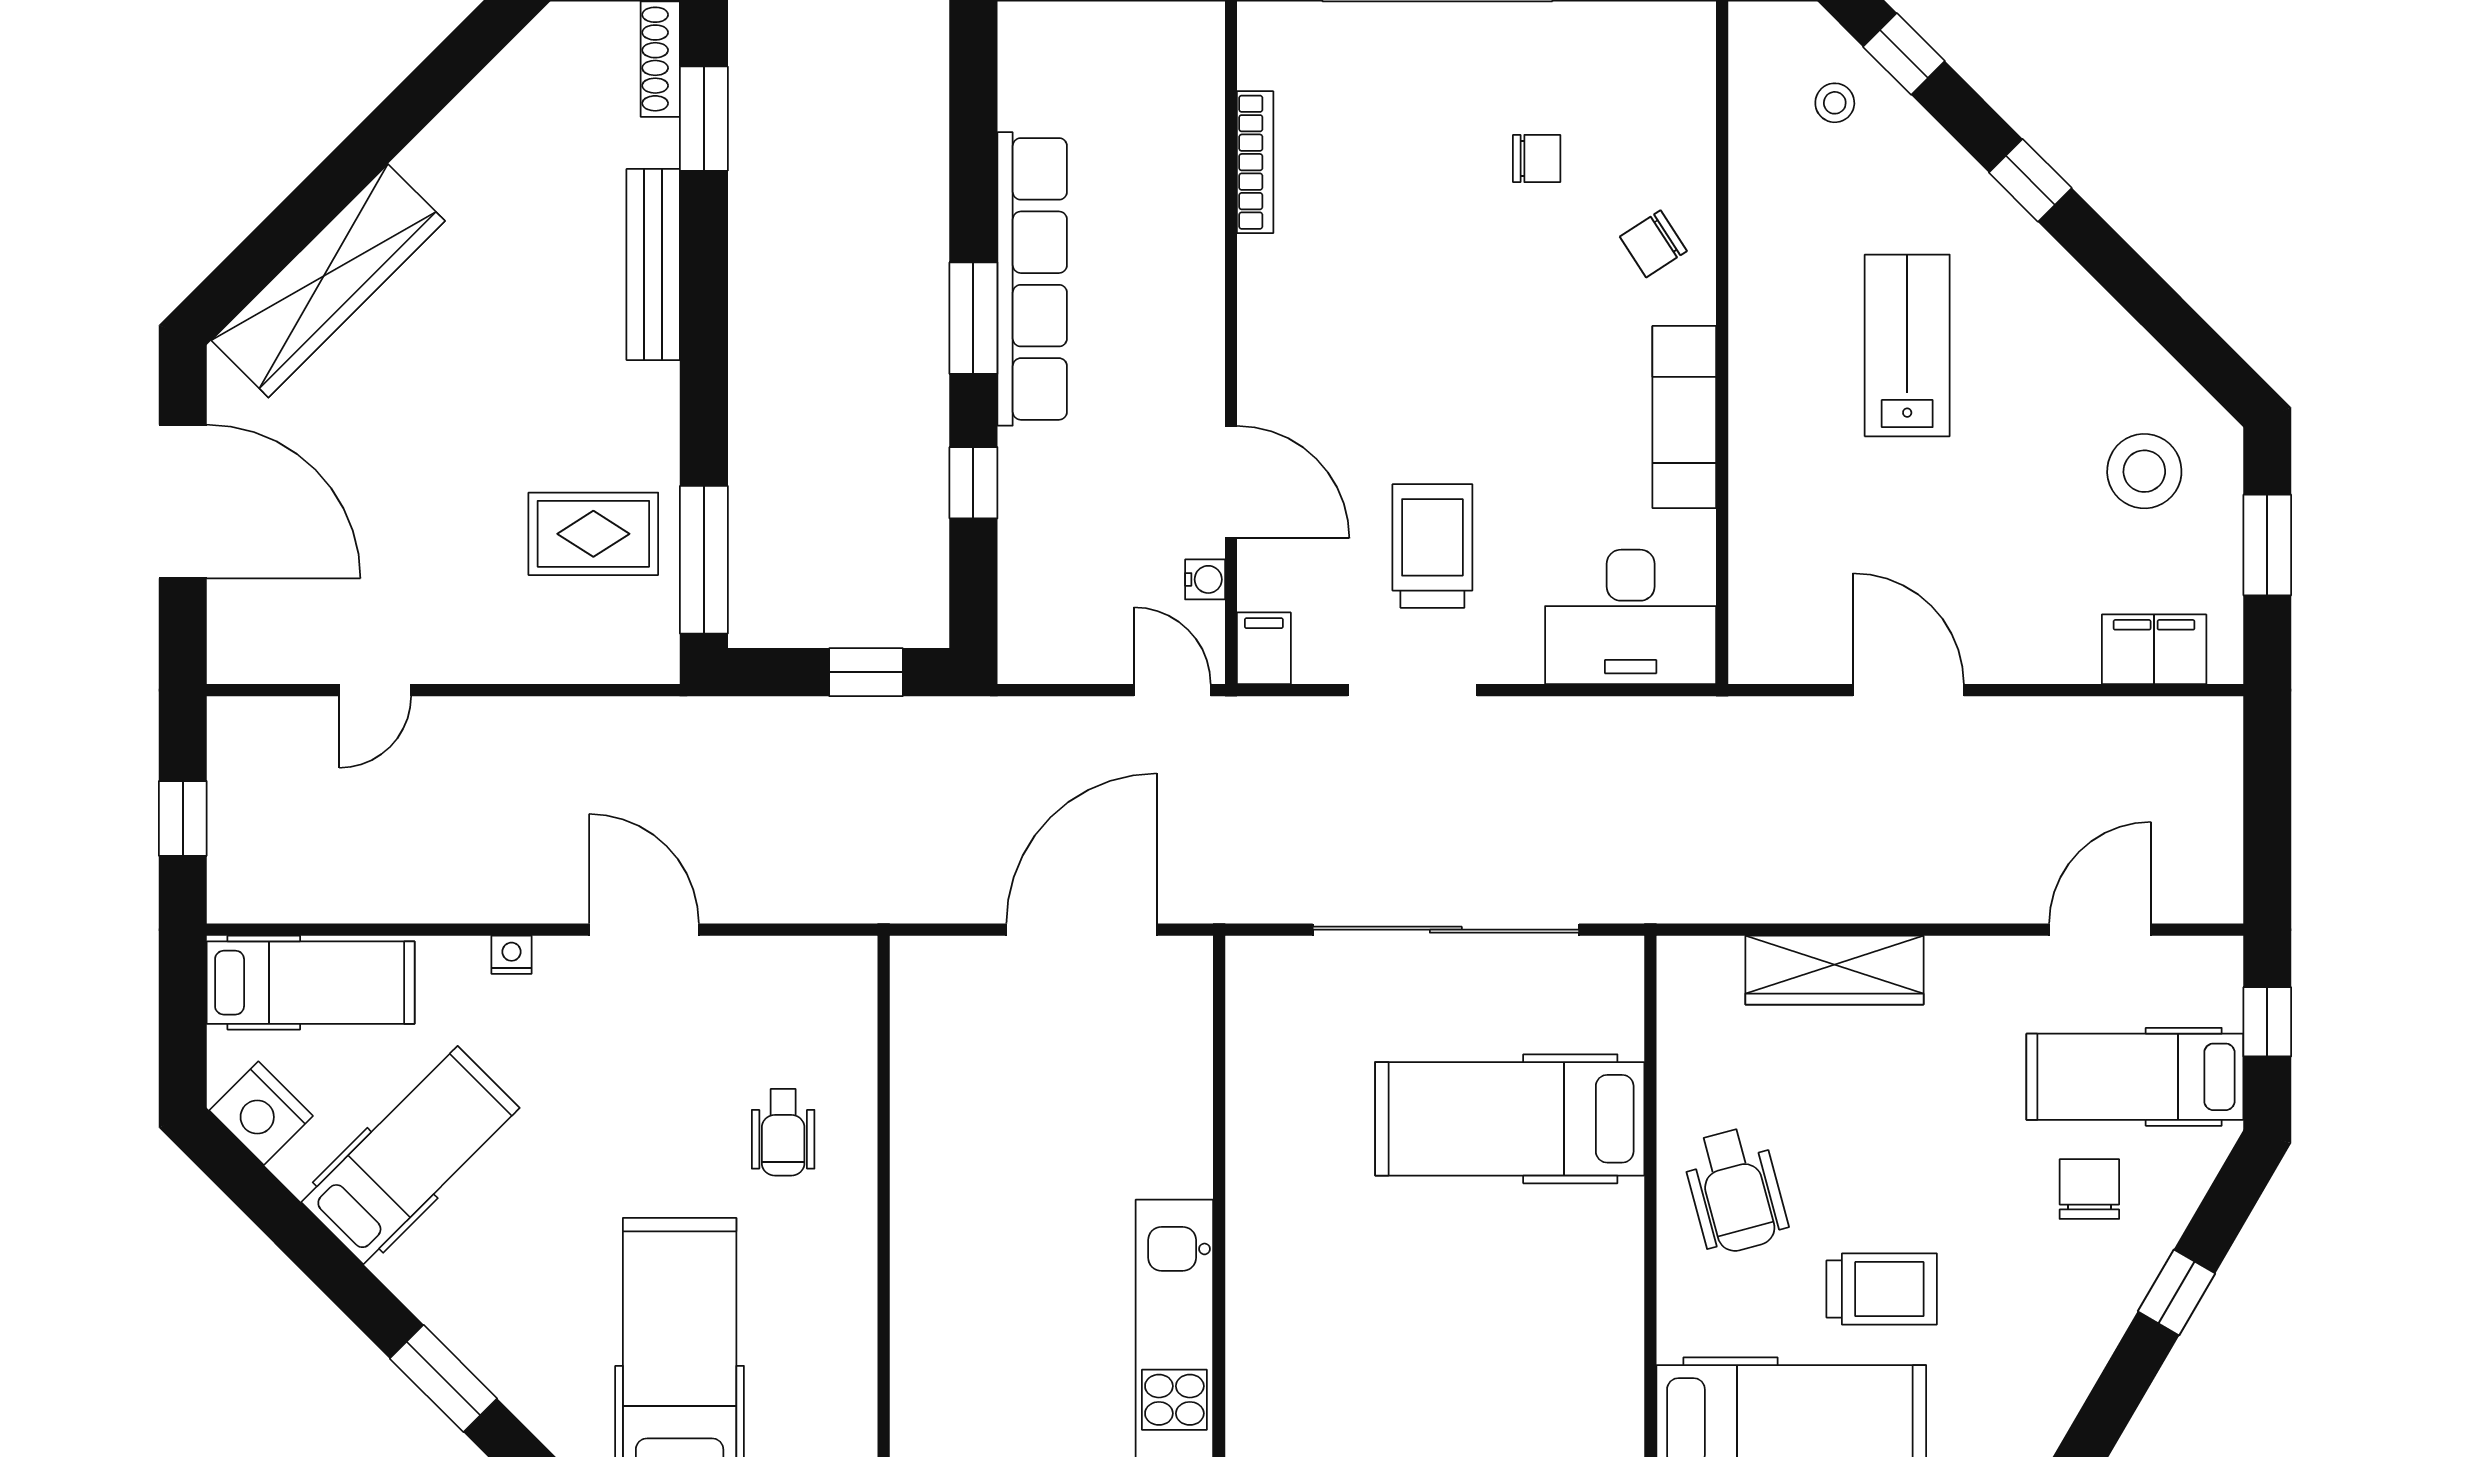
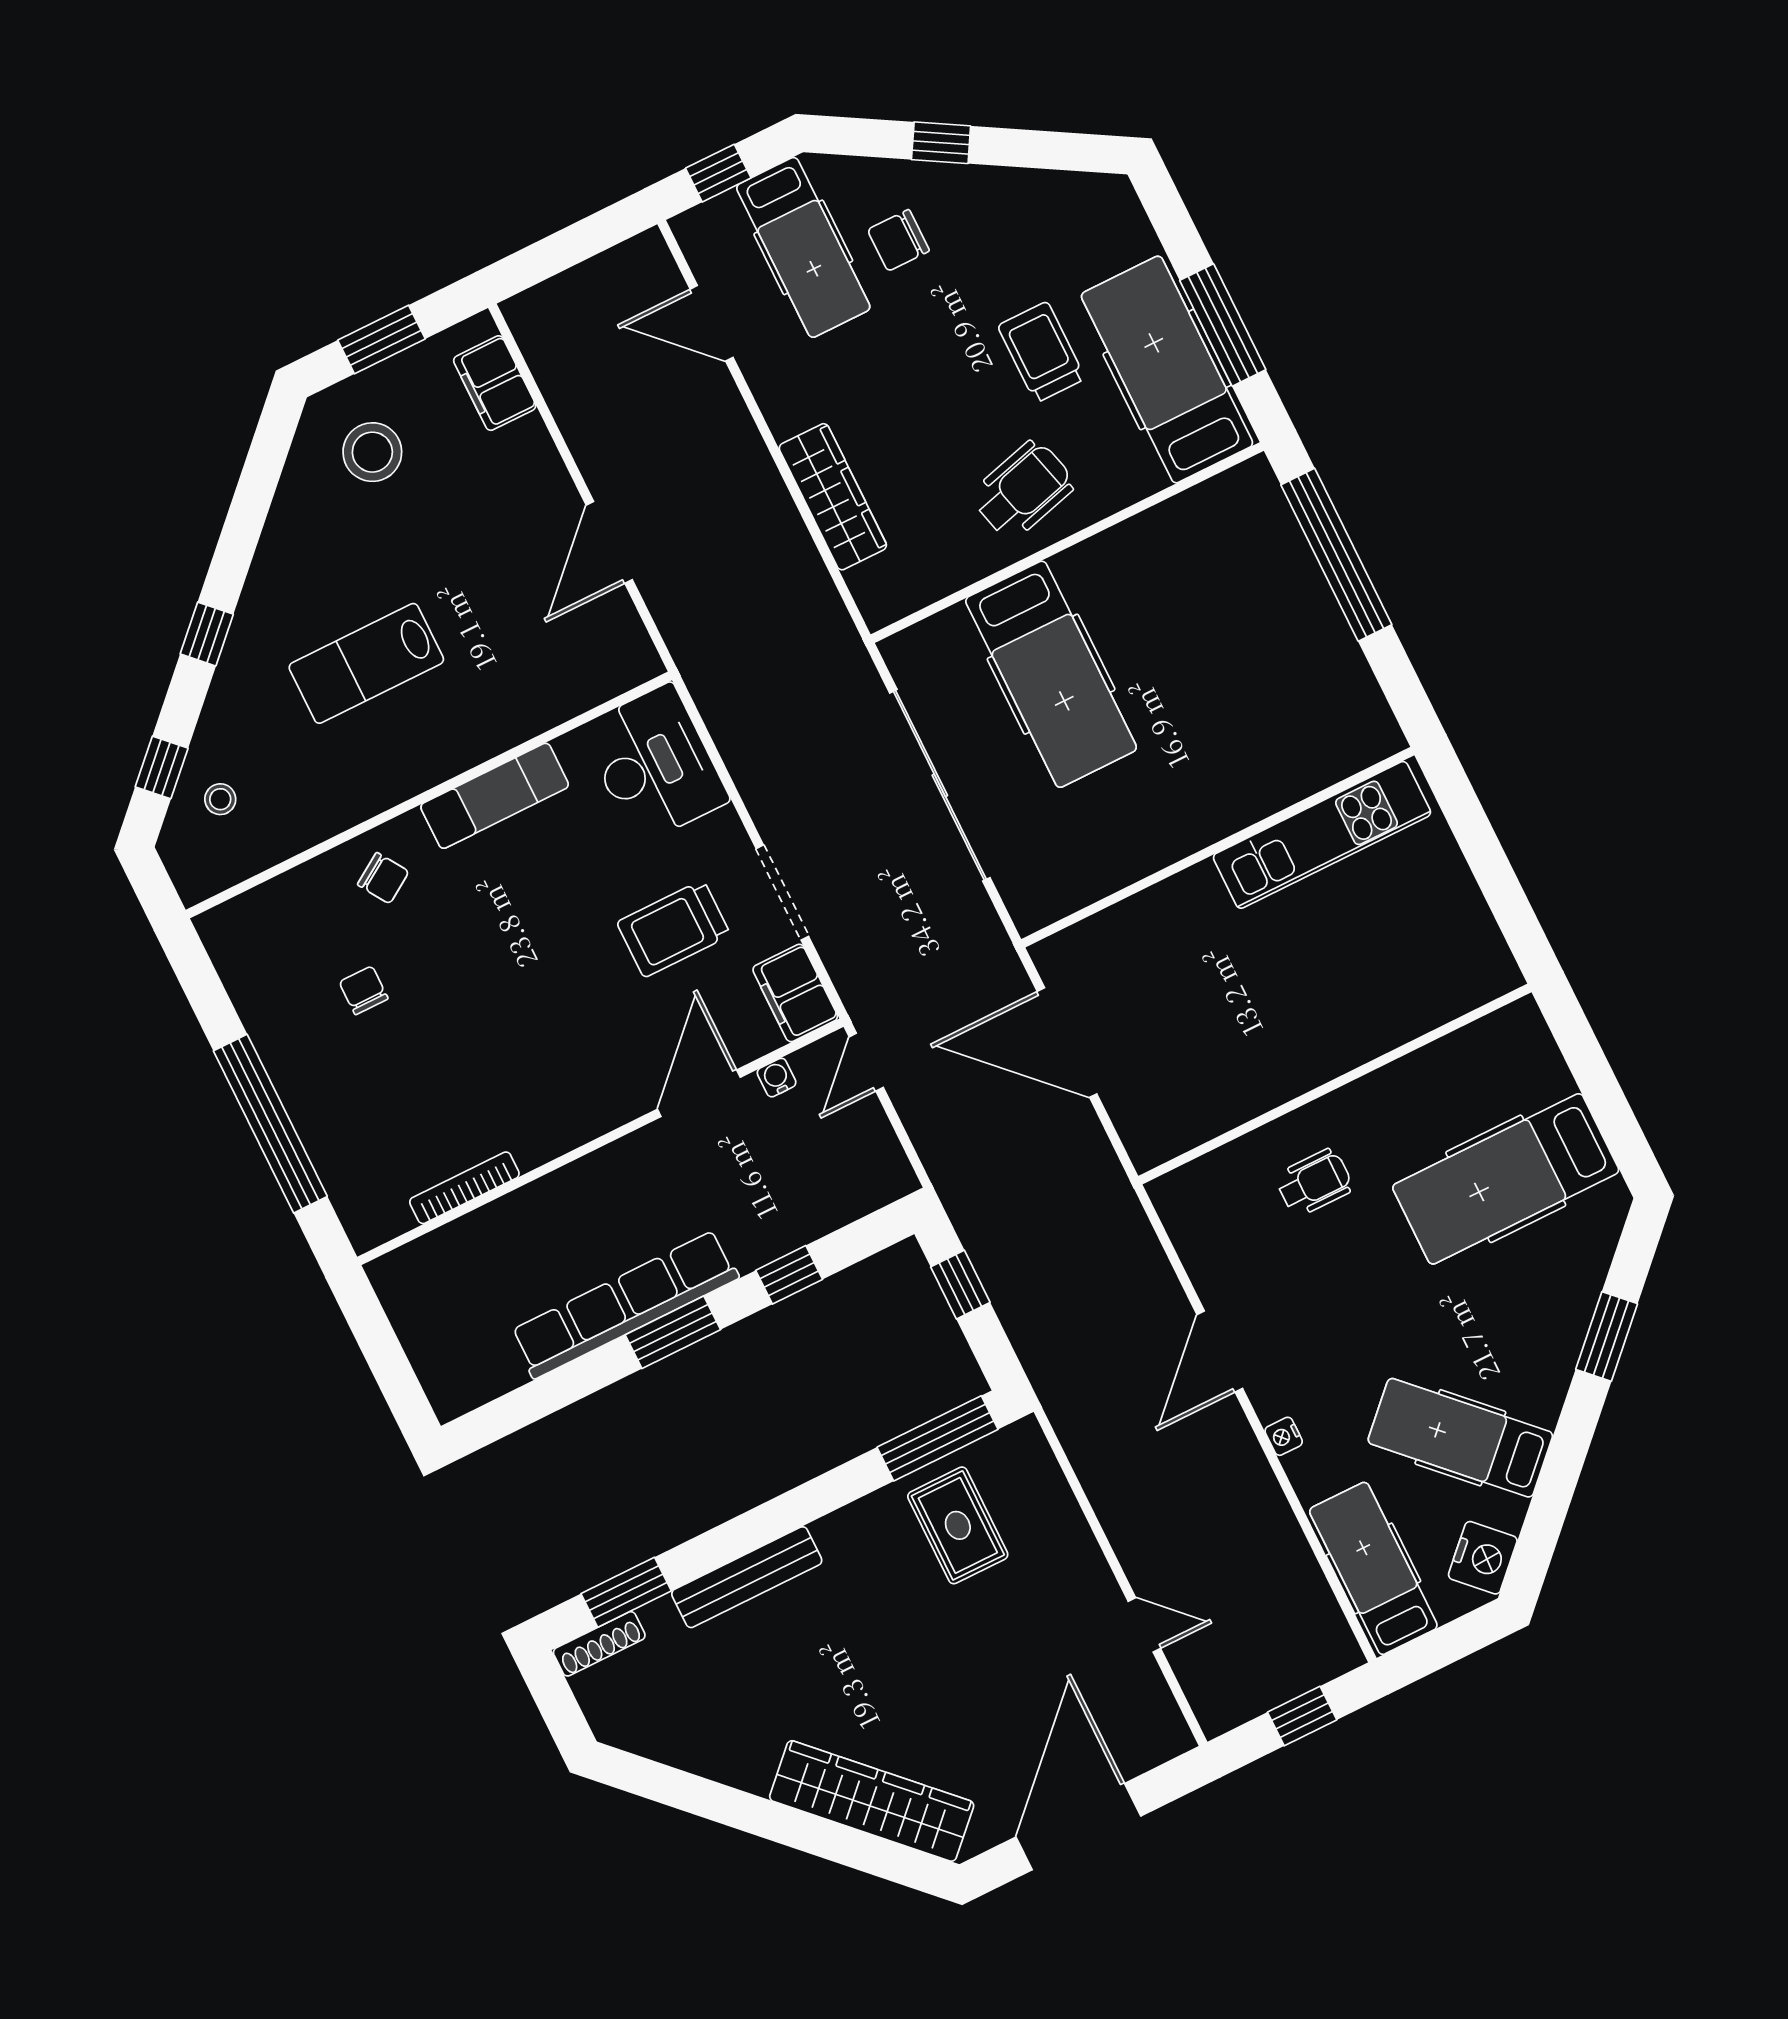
filing cabinet: (1264, 648) -> (795, 993), width x2.00

